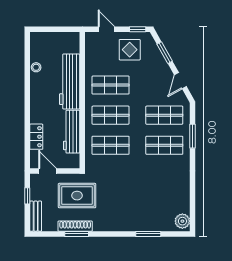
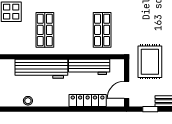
shop shelf: (111, 115) -> (73, 30), removed
locker: (36, 137) -> (88, 101), width x1.53

